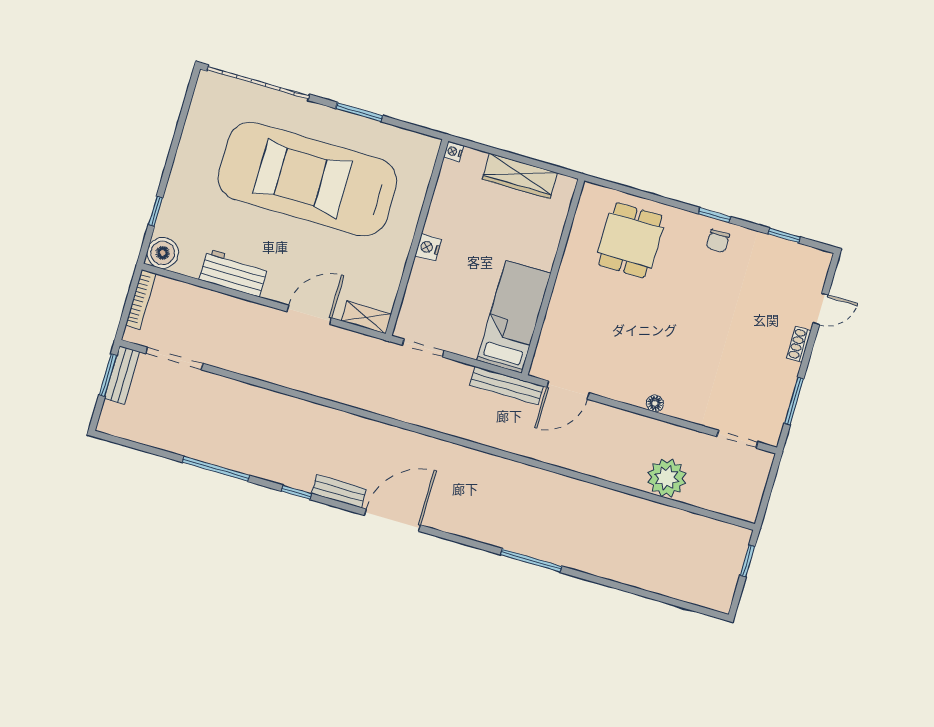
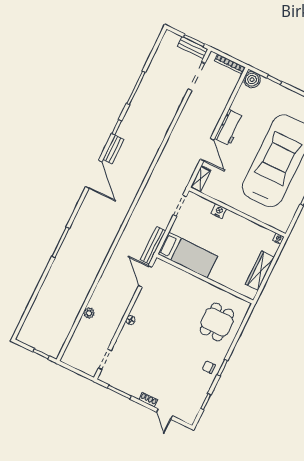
dining table: (630, 240) -> (217, 322), turned 90
nightstand: (428, 247) -> (219, 211), moved
workbench: (234, 273) -> (229, 127), moved
plant: (667, 478) -> (89, 313), width x0.53, depth x0.53

